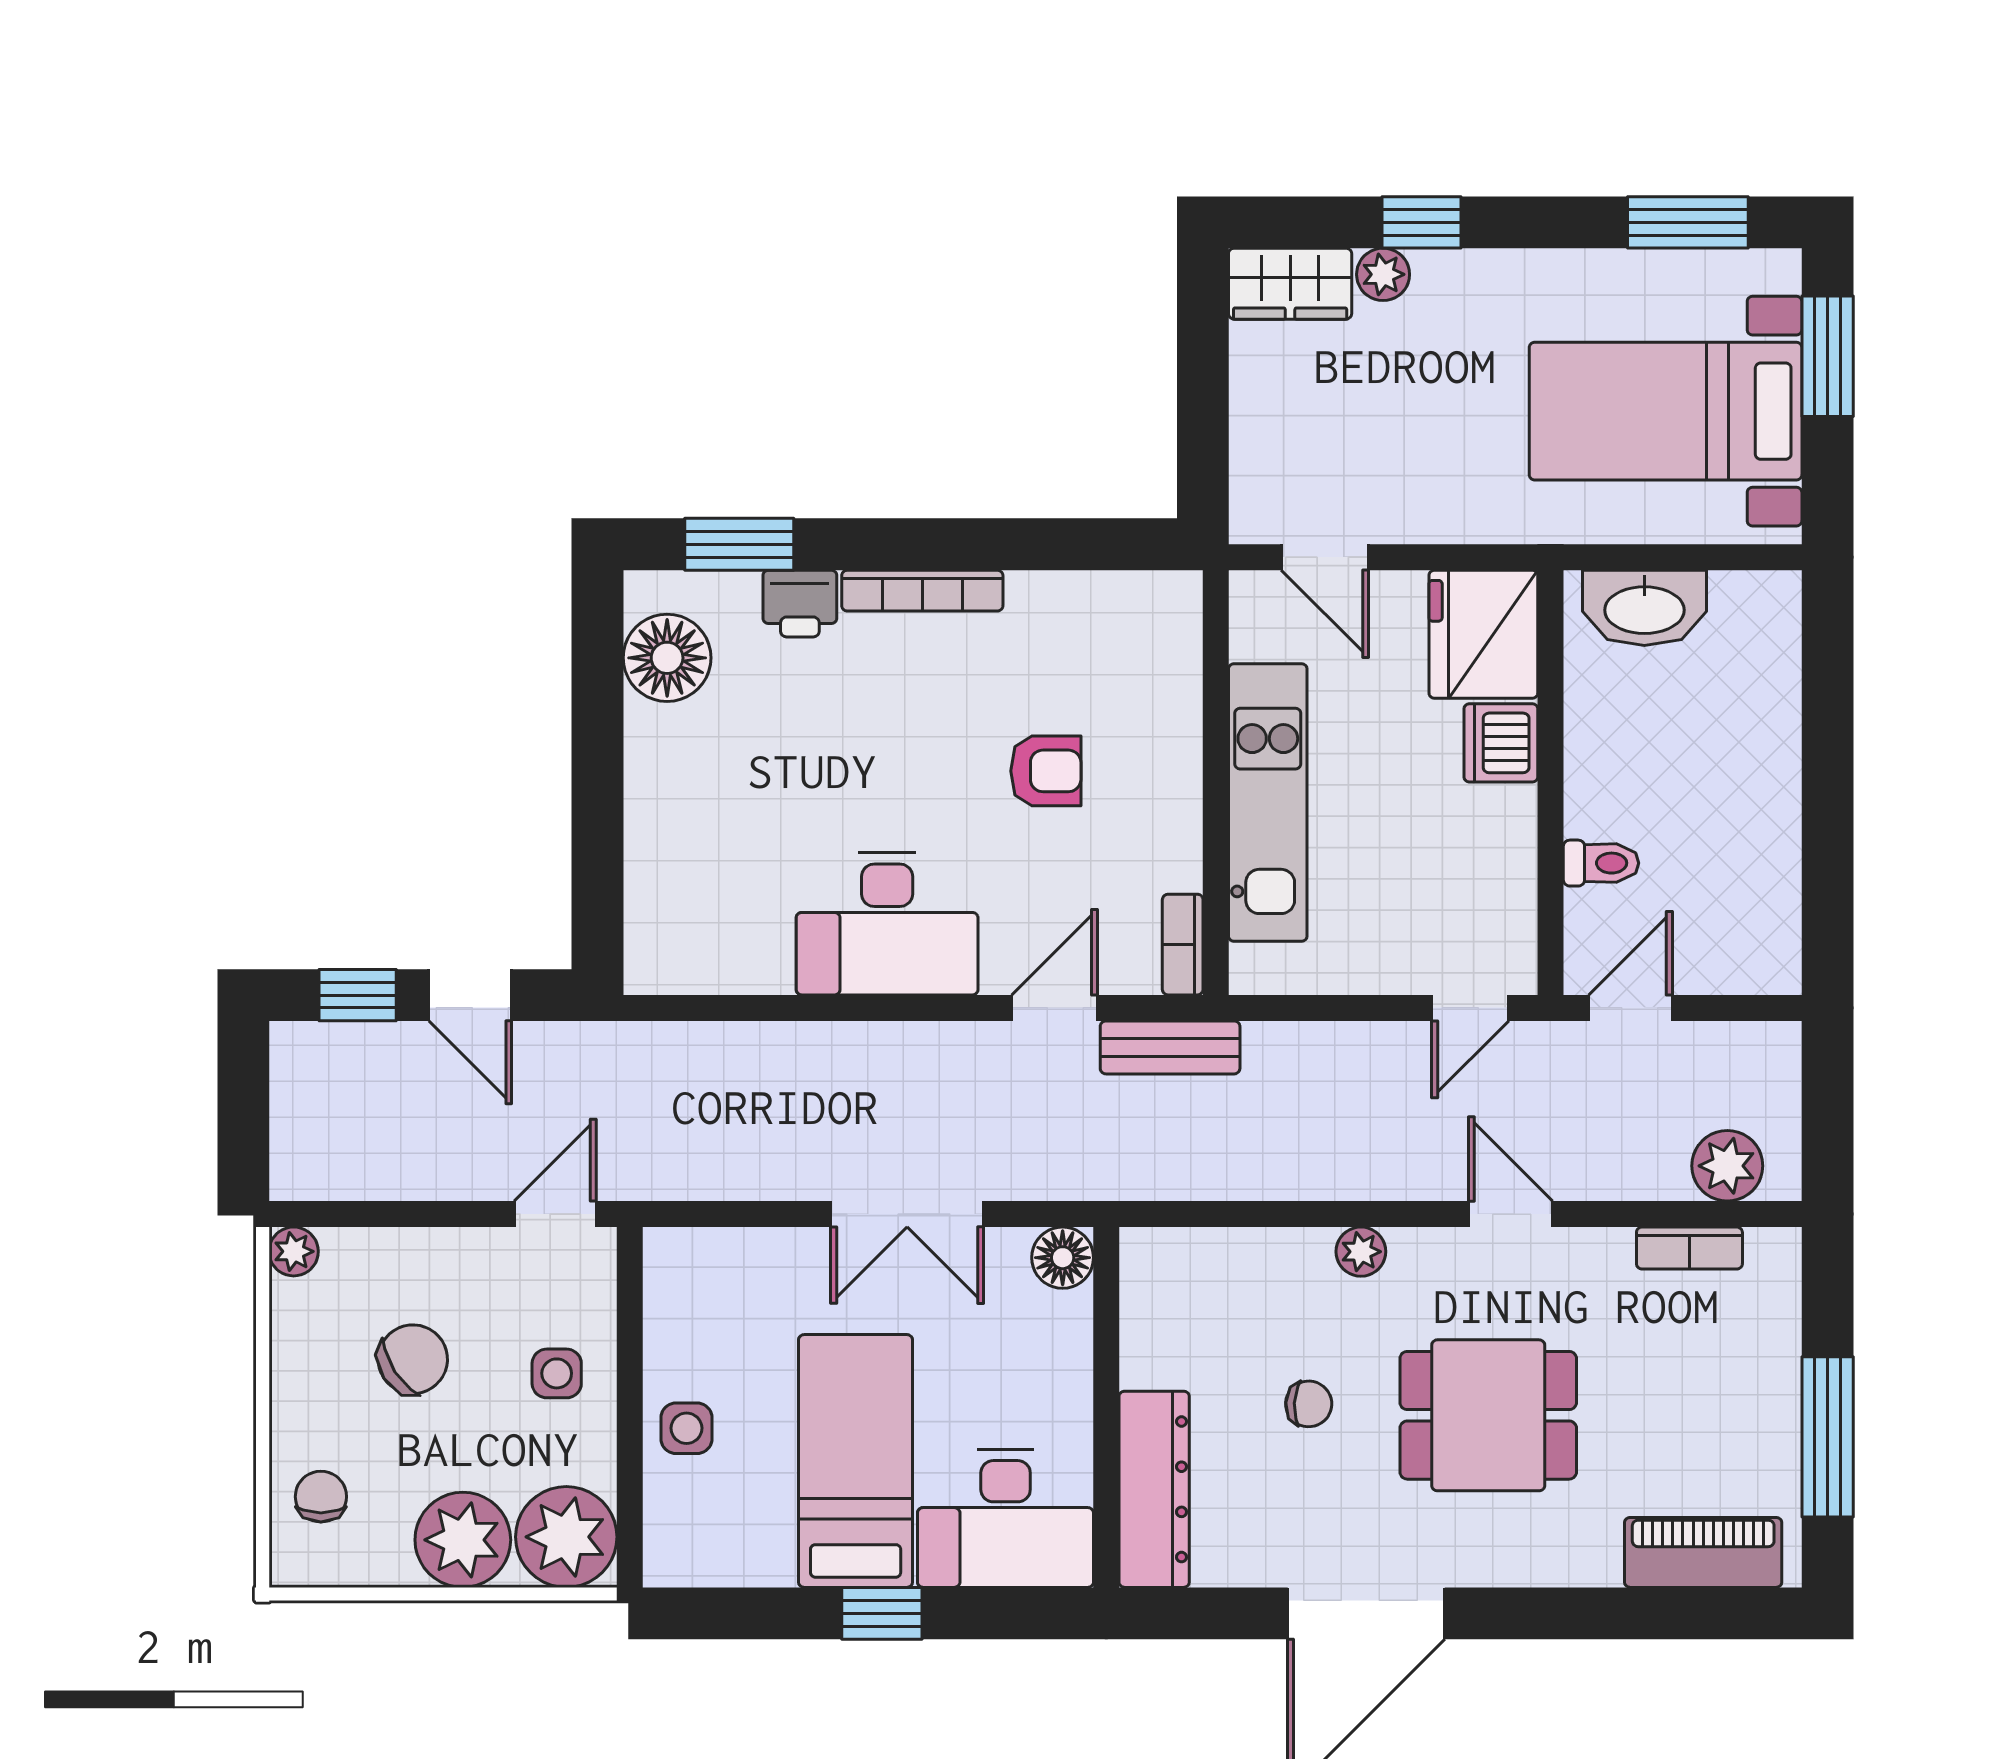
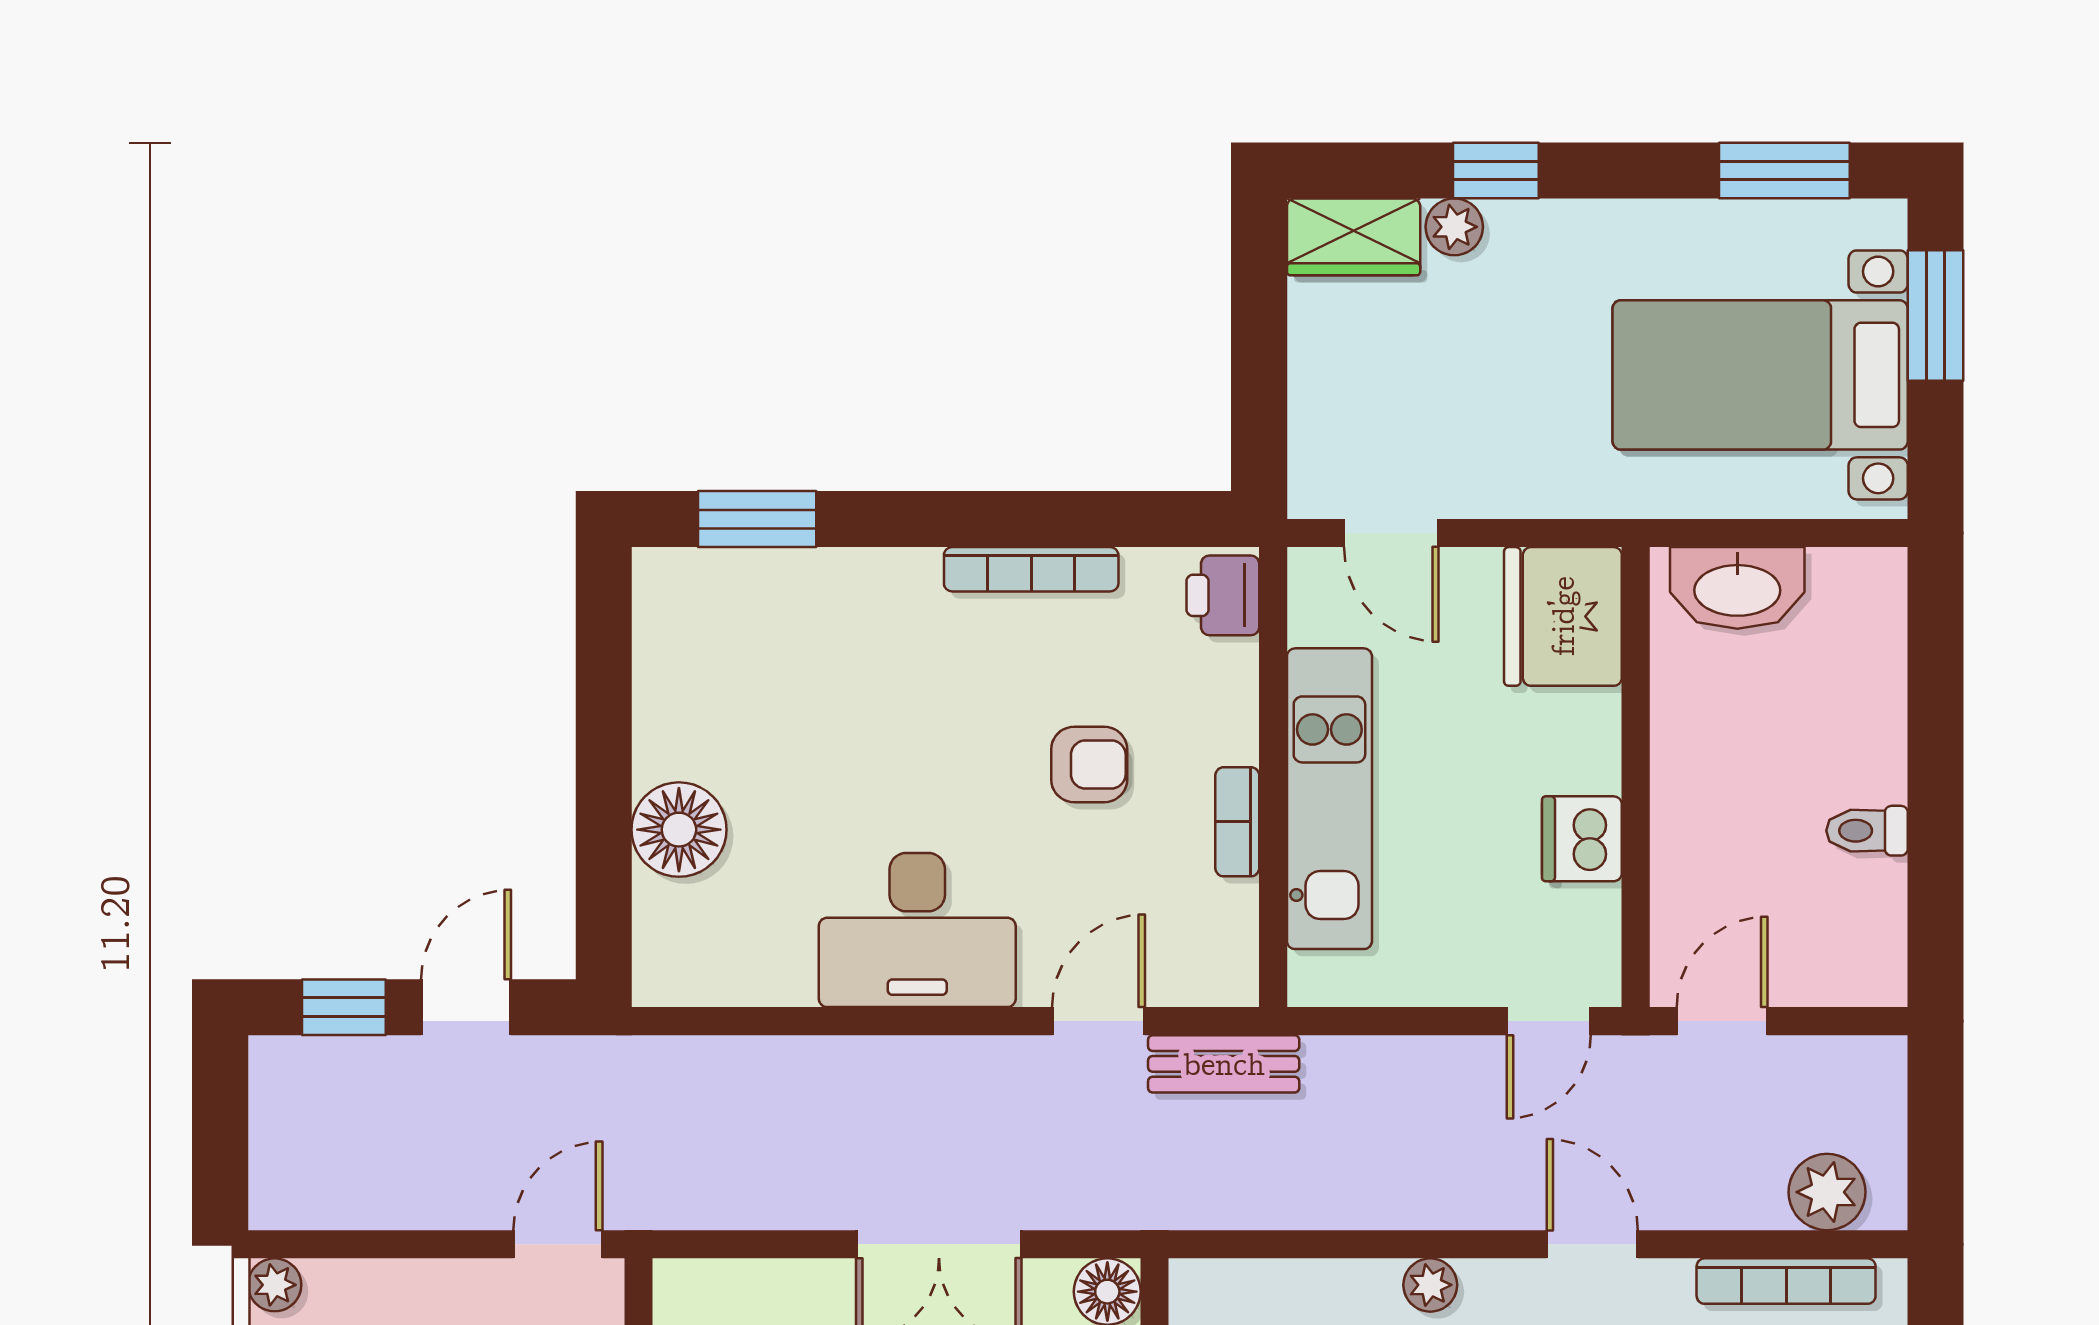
bookcase: (922, 591) -> (1031, 569), moved
printer: (800, 604) -> (1223, 595), moved, turned 90
floor lamp: (667, 658) -> (679, 830), moved
dishwasher: (1501, 743) -> (1582, 839), moved
toilet: (1601, 863) -> (1867, 831), moved, turned 180
bookcase: (1183, 945) -> (1237, 822), moved
door: (470, 995) -> (466, 1007), swing flipped
bookcase: (1689, 1248) -> (1786, 1281), width x1.56

